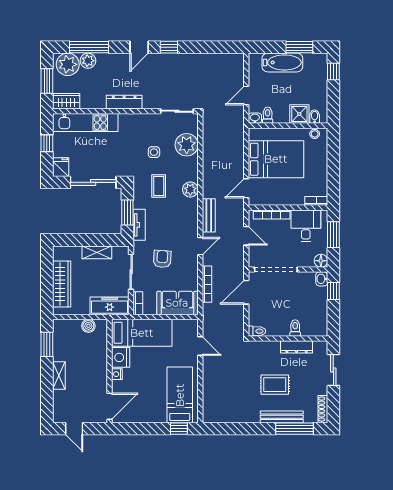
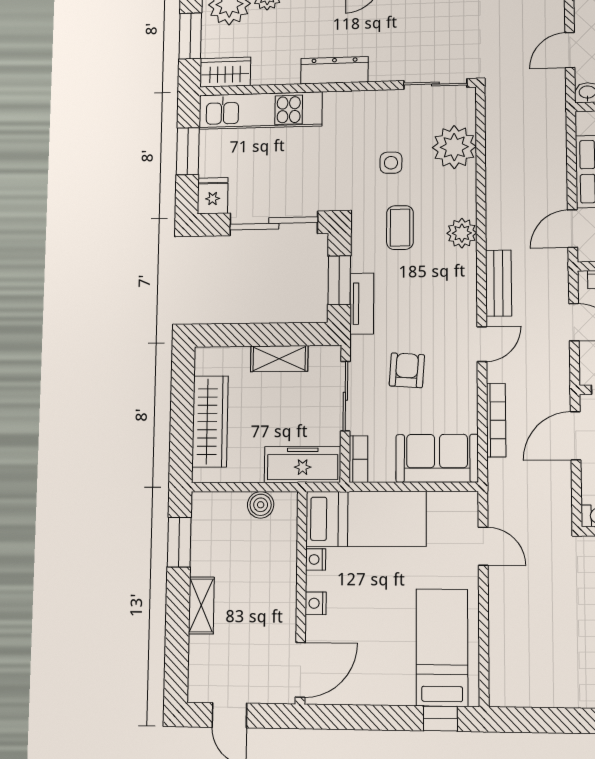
window: (47, 143) -> (188, 151), width x1.50
nightstand: (121, 357) -> (316, 559), width x0.53, depth x0.56

